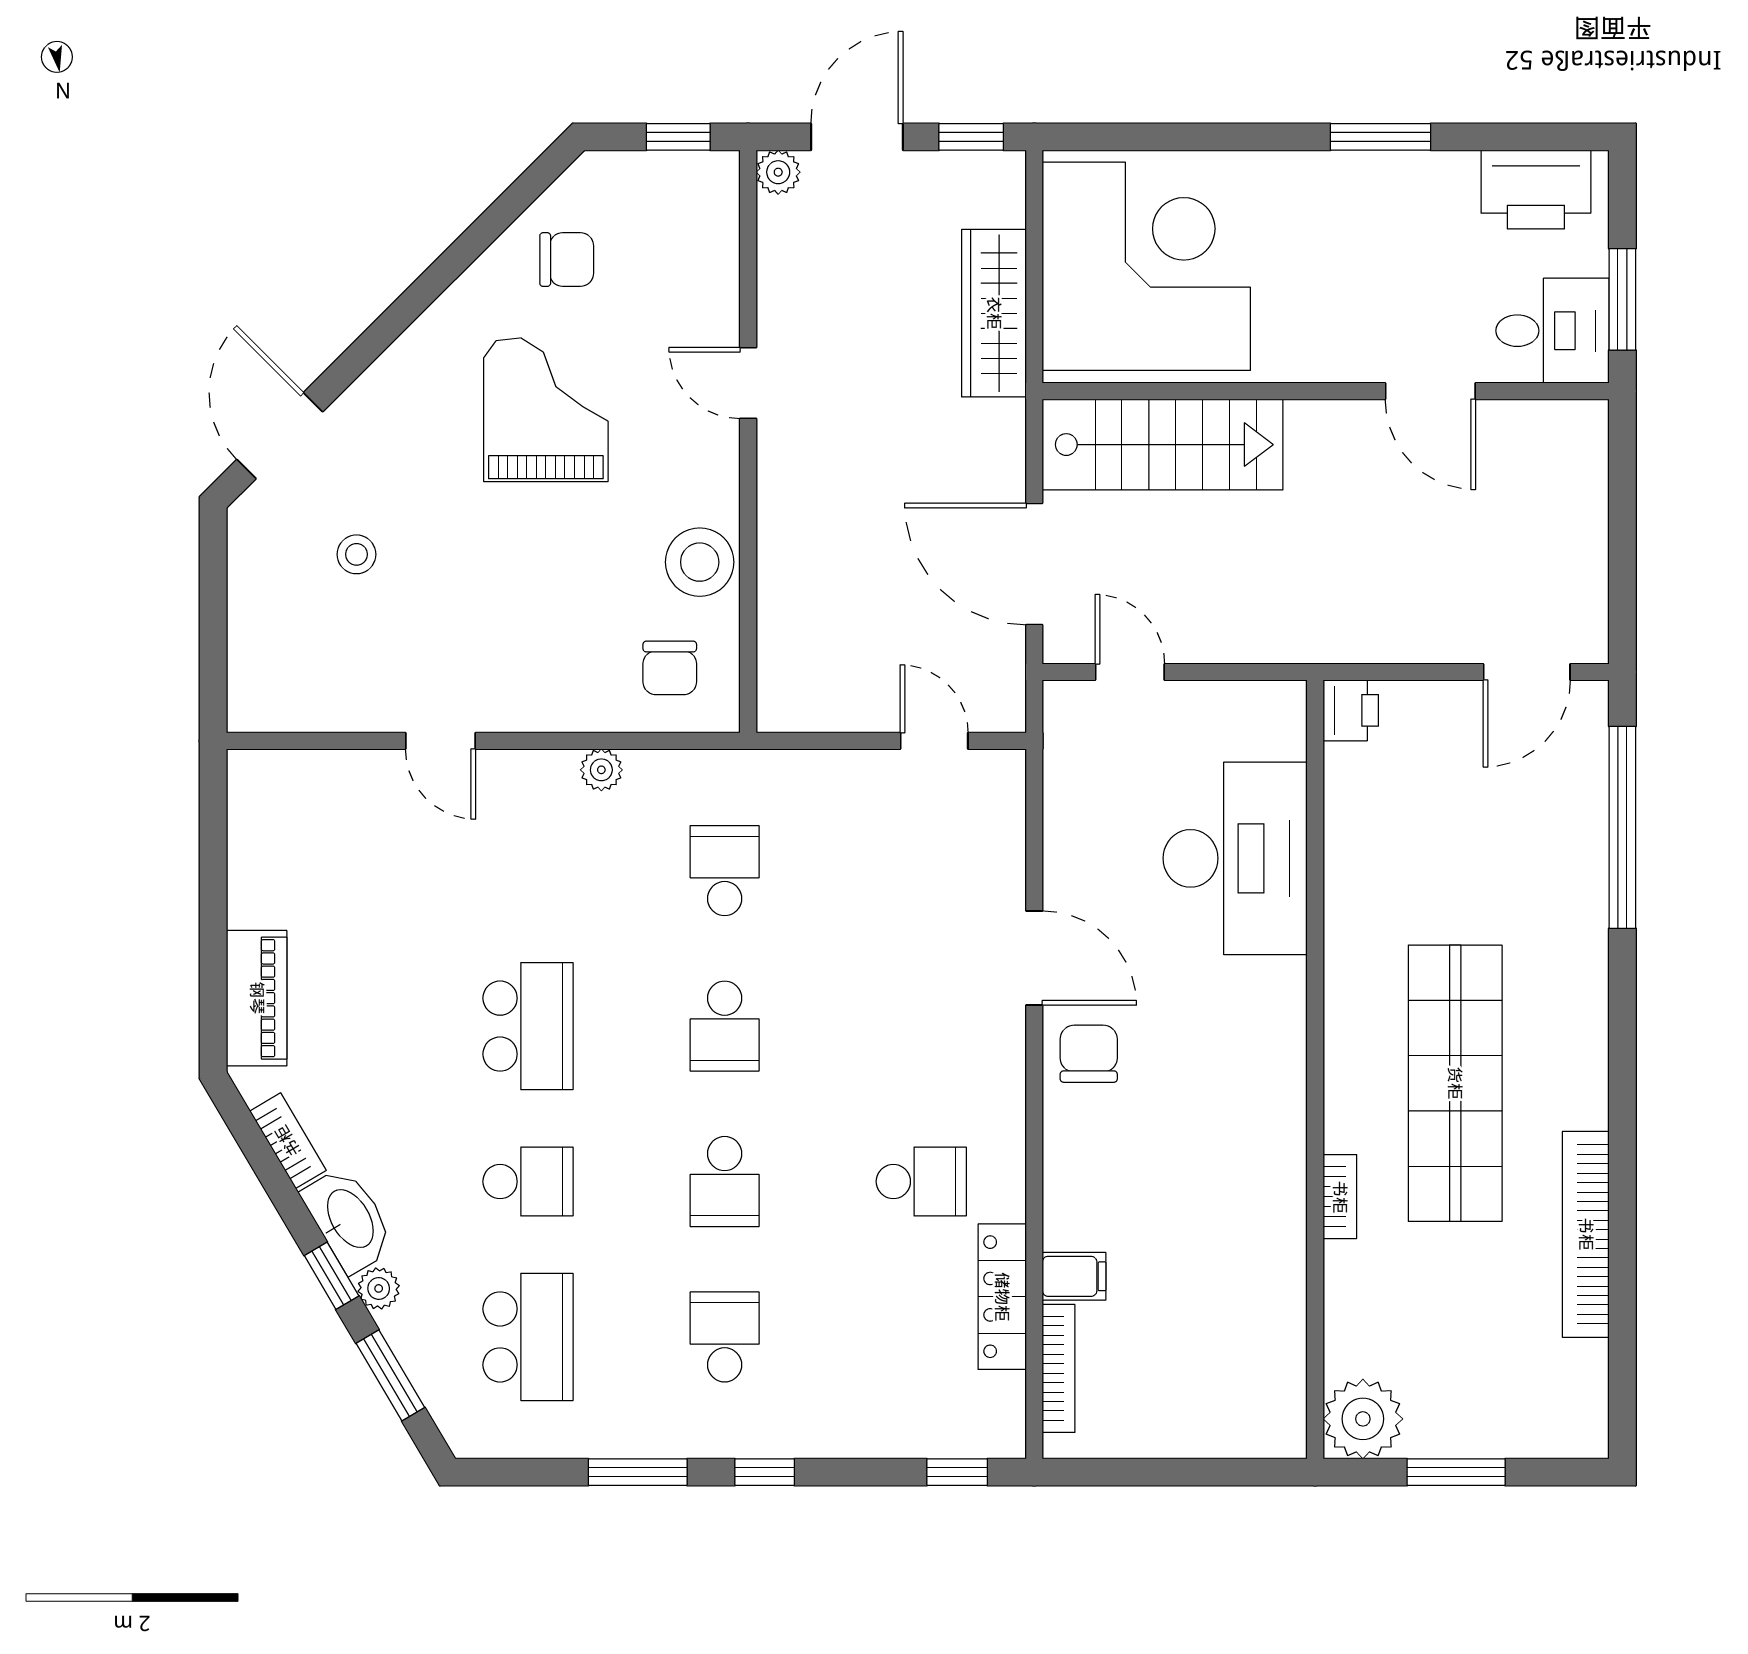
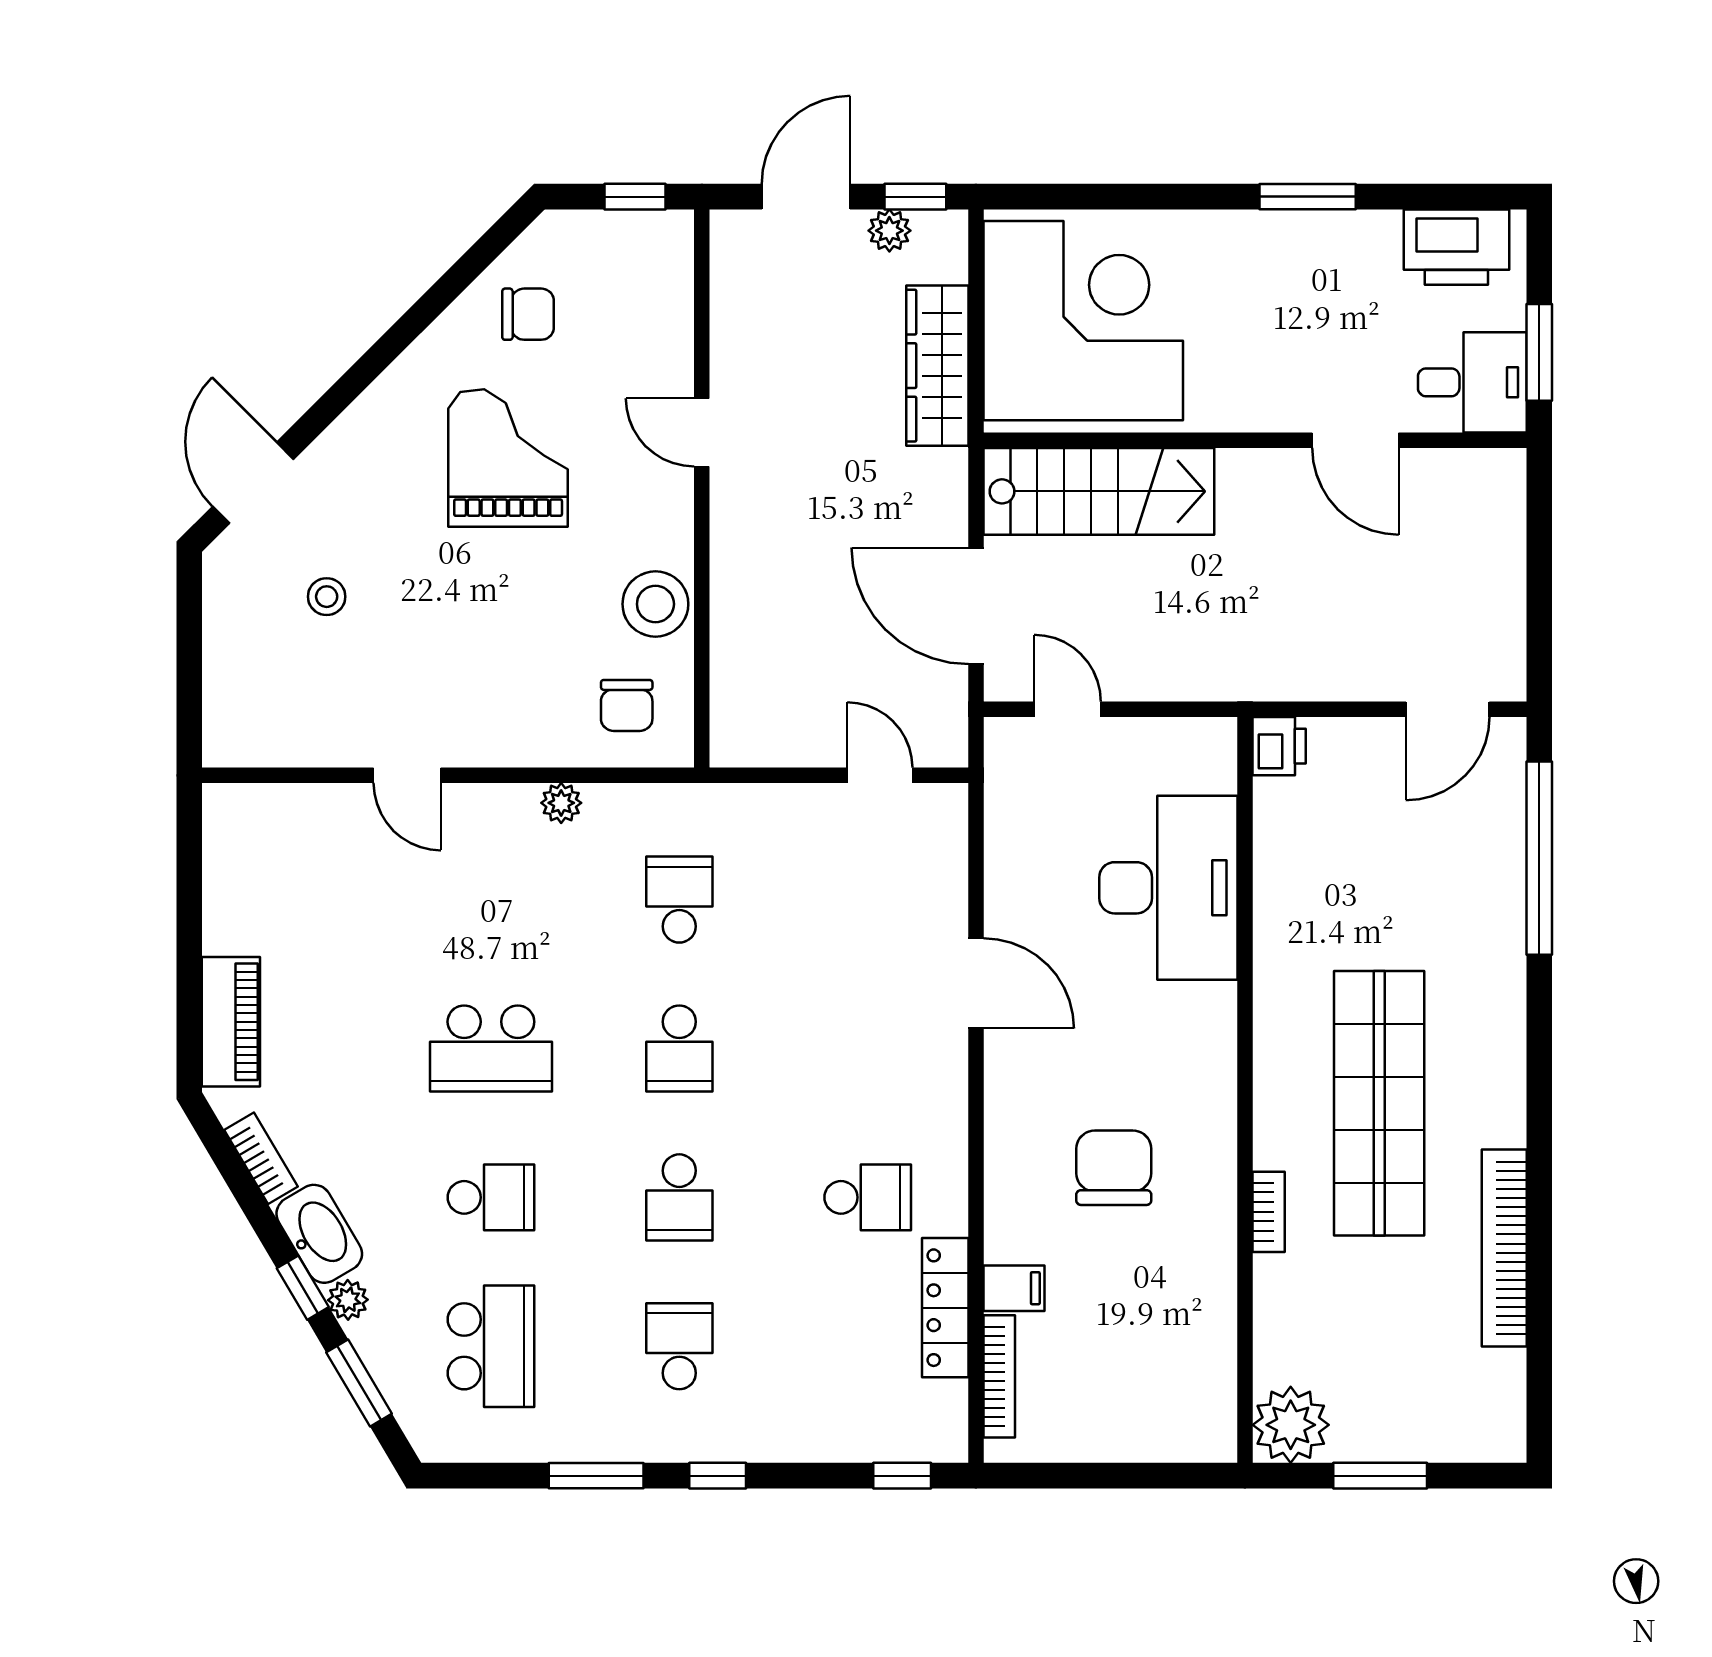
plant: (778, 172) -> (889, 231), moved
school desk: (528, 1026) -> (491, 1048), turned 90
chair: (1089, 1054) -> (1114, 1168), moved, width x1.37, depth x1.37

